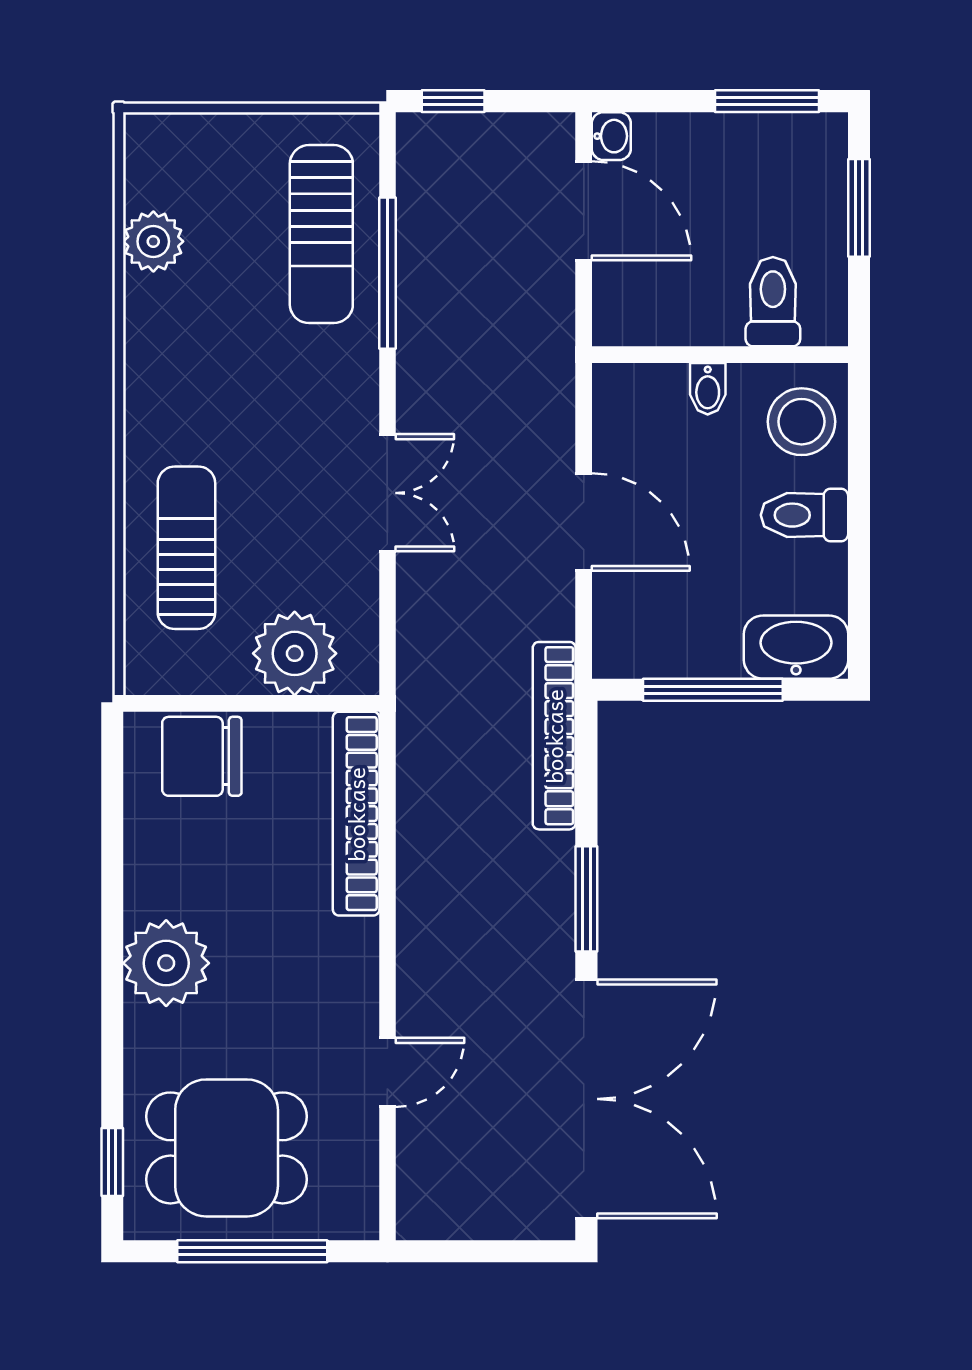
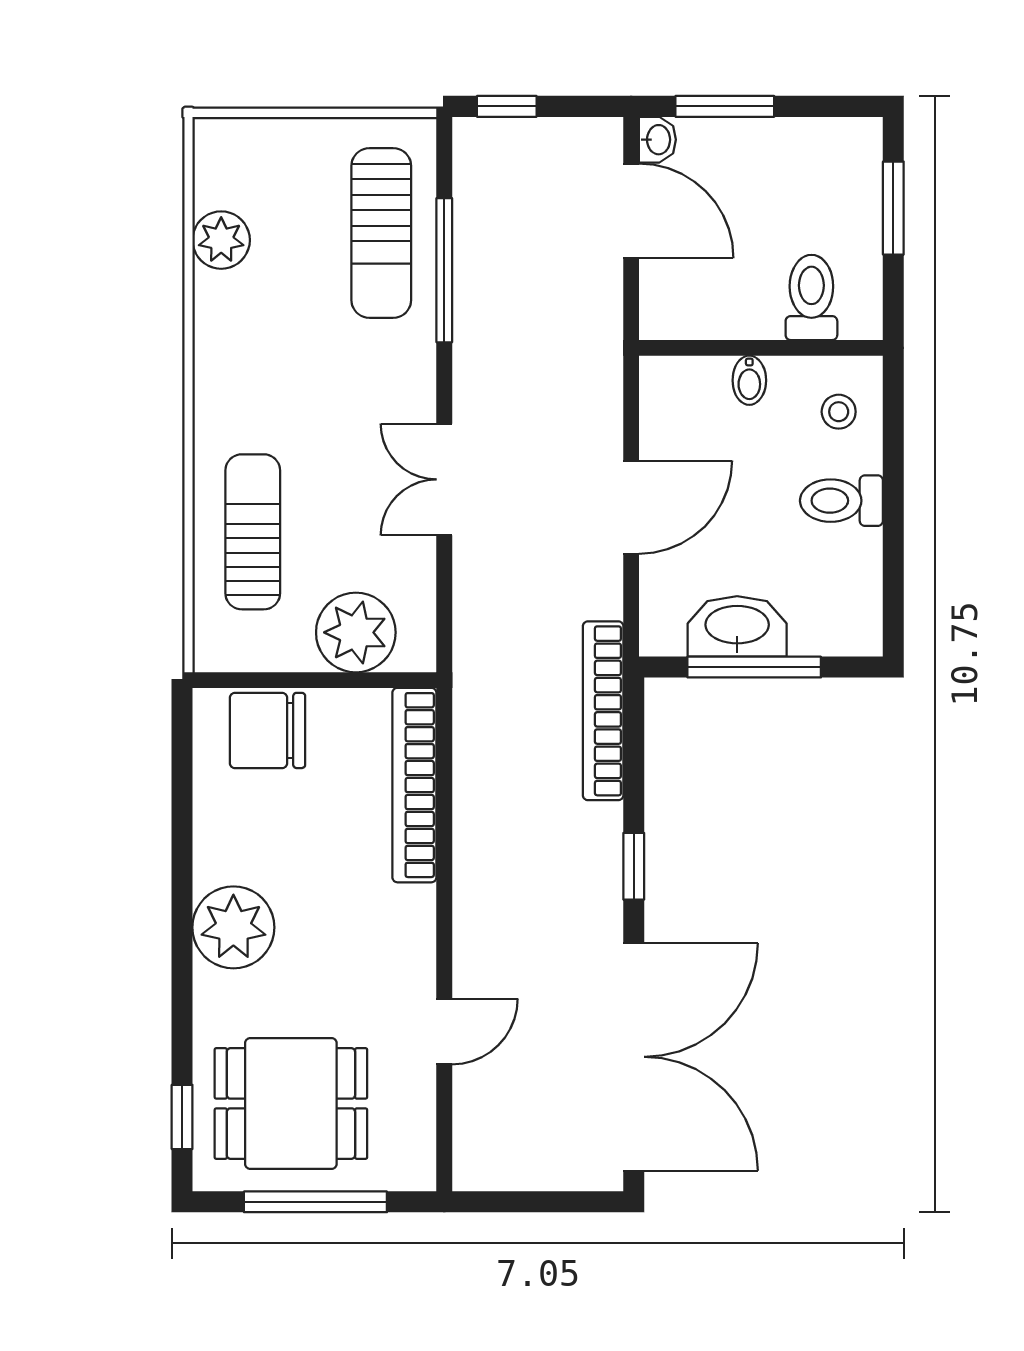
window: (767, 101) -> (725, 106), moved
stool: (802, 422) -> (839, 412), width x0.53, depth x0.53
double door: (387, 493) -> (444, 479), swing flipped
door: (584, 522) -> (631, 507), hinge flipped
washbasin: (796, 647) -> (737, 626), moved
window: (586, 899) -> (634, 866), width x0.67

